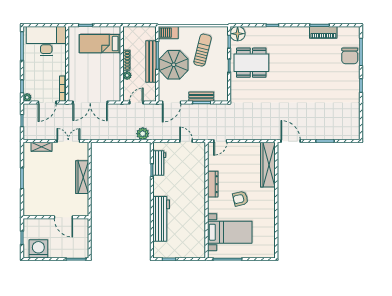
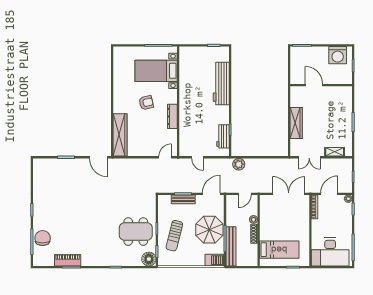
sun lounger: (203, 50) -> (174, 236), moved
bench: (151, 61) -> (231, 246), moved

